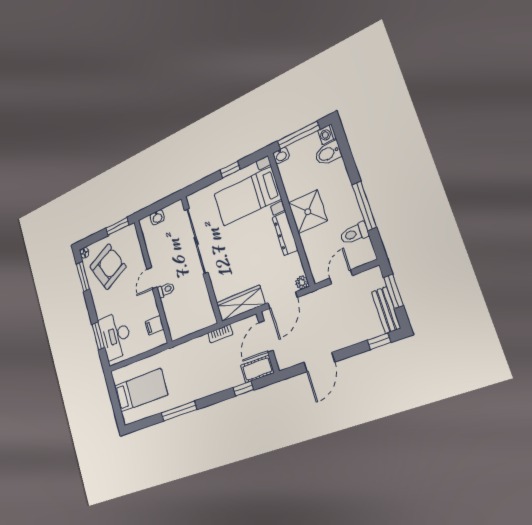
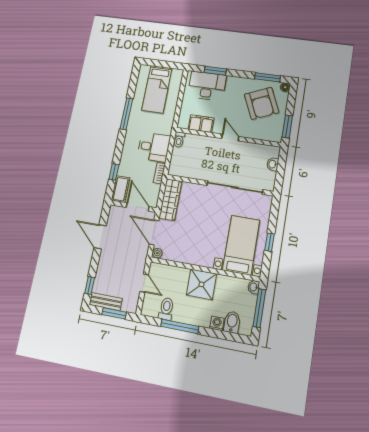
washing machine: (327, 134) -> (217, 323), moved
dresser: (285, 234) -> (197, 259), removed
toilet: (166, 290) -> (179, 140), moved
filing cabinet: (154, 325) -> (201, 124), width x2.00
desk: (198, 357) -> (154, 147), added

